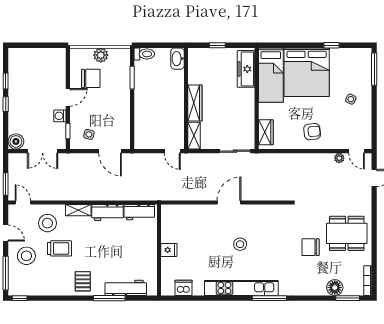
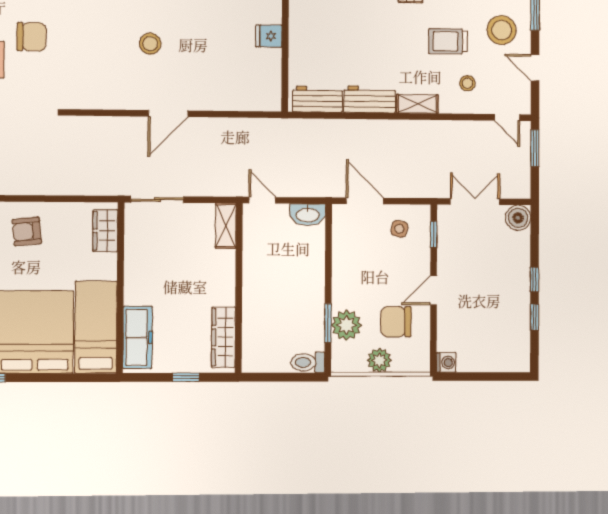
washbasin: (177, 59) -> (308, 215), moved, turned 90
plant: (121, 76) -> (346, 325), added
wardrobe: (195, 103) -> (223, 337), moved
washing machine: (60, 116) -> (446, 362), moved
stool: (47, 223) -> (467, 83), width x0.53, depth x0.53

